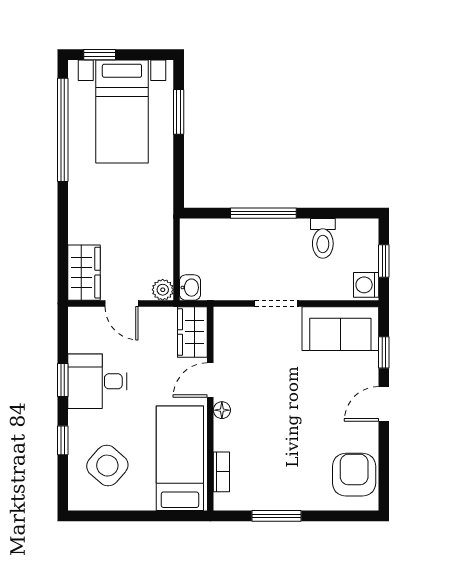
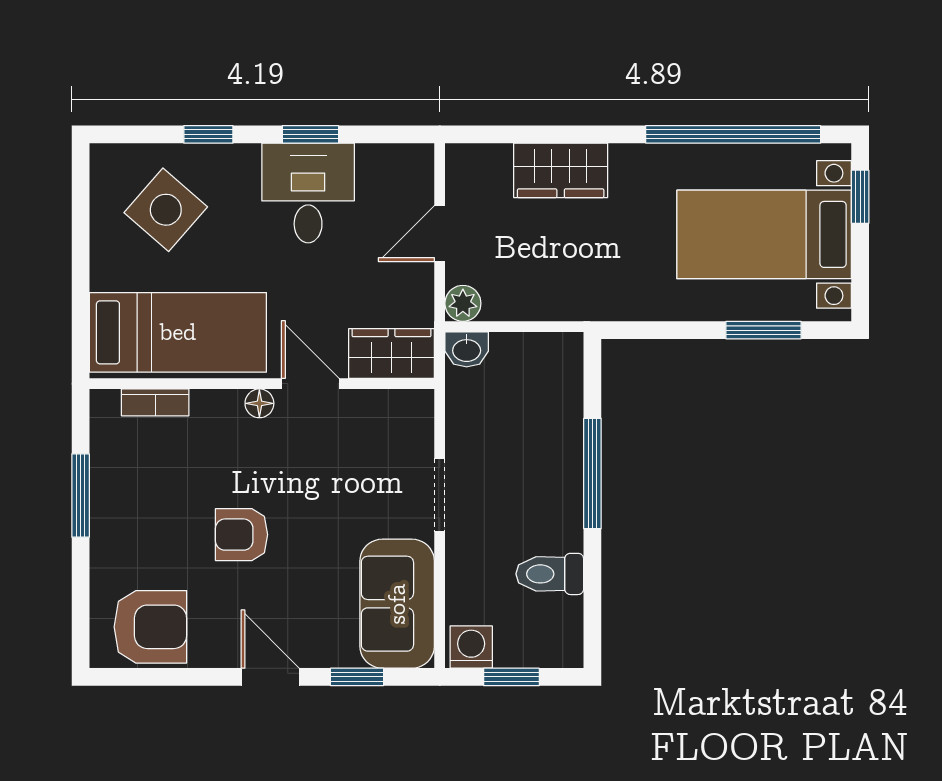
wardrobe: (84, 273) -> (561, 170), moved
armchair: (300, 421) -> (242, 535), added

